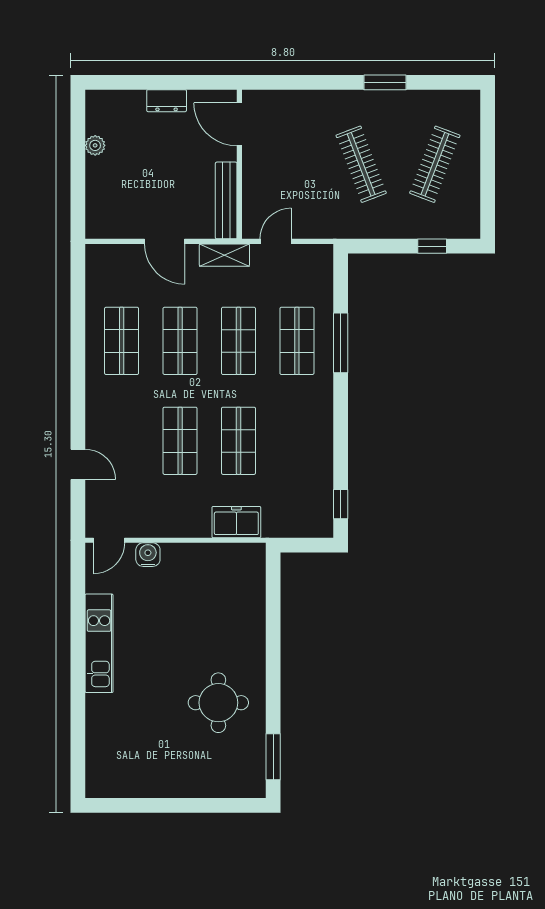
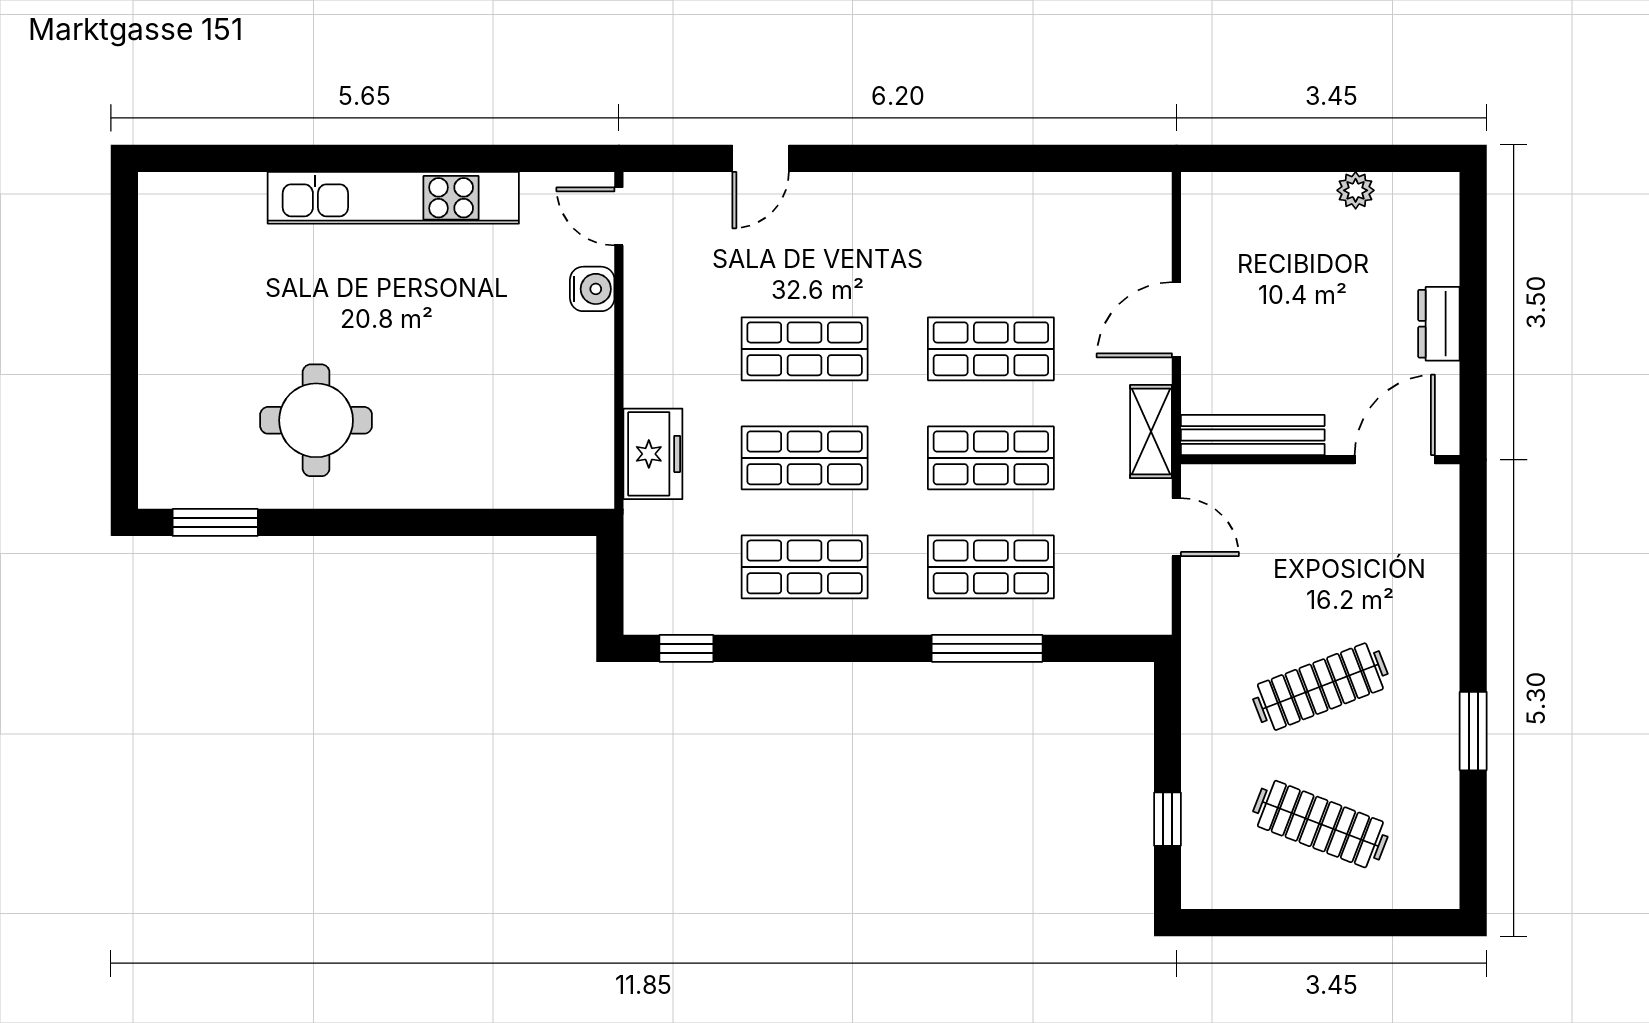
shop shelf: (122, 341) -> (805, 567), moved
kitchen unit: (99, 643) -> (393, 198), width x1.36

